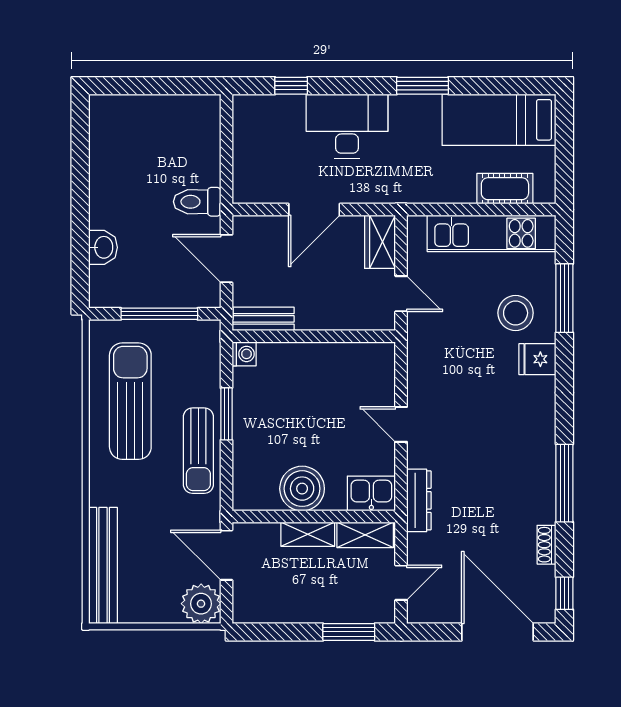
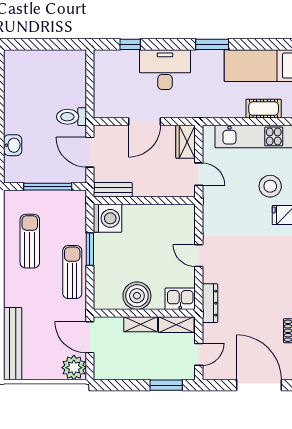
washing machine: (244, 354) -> (107, 218), width x1.89, depth x1.89
sun lounger: (130, 401) -> (30, 241), width x0.73, depth x0.75
sun lounger: (198, 451) -> (72, 272), turned 180

